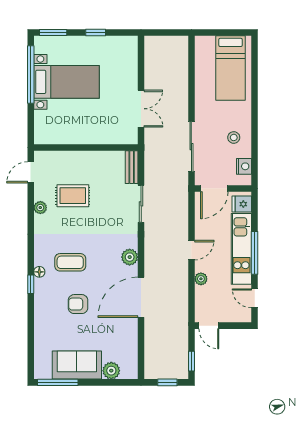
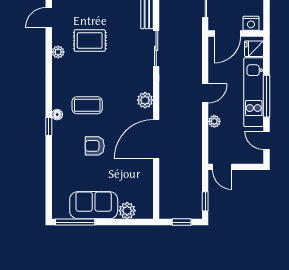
nightstand: (244, 166) -> (251, 23), moved, turned 90

